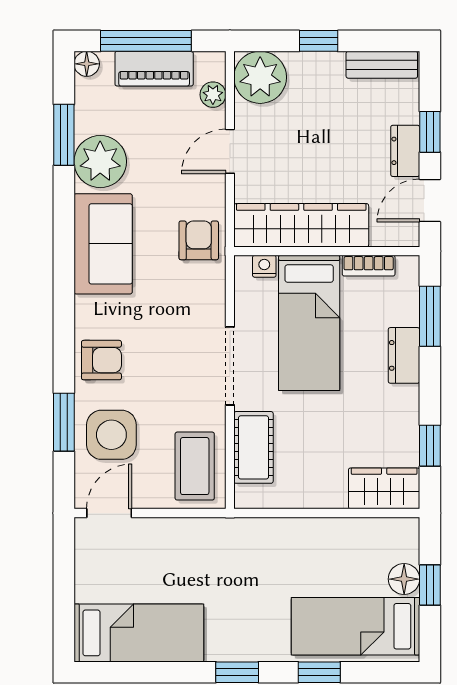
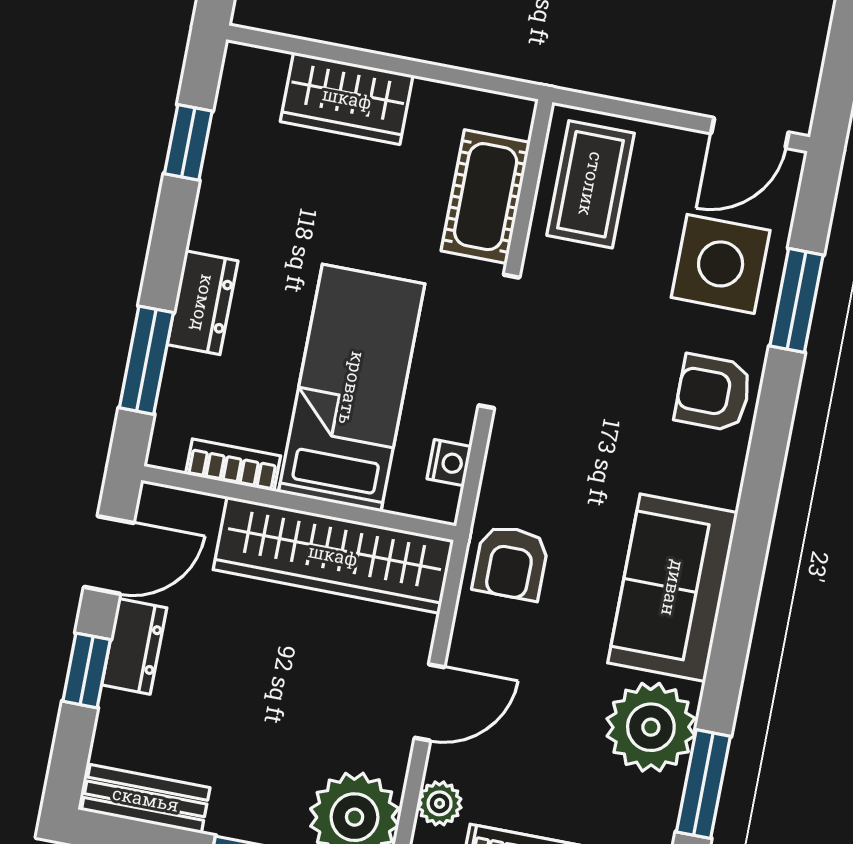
nightstand: (264, 266) -> (449, 463), moved, turned -90
wardrobe: (384, 488) -> (347, 98), moved

